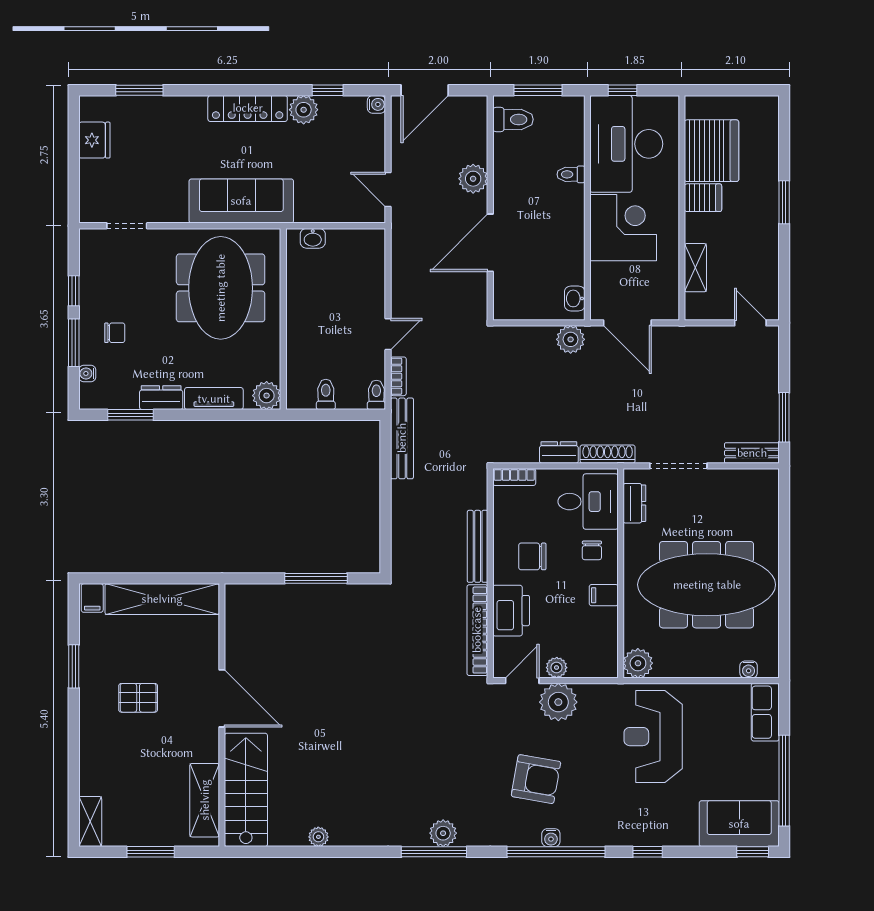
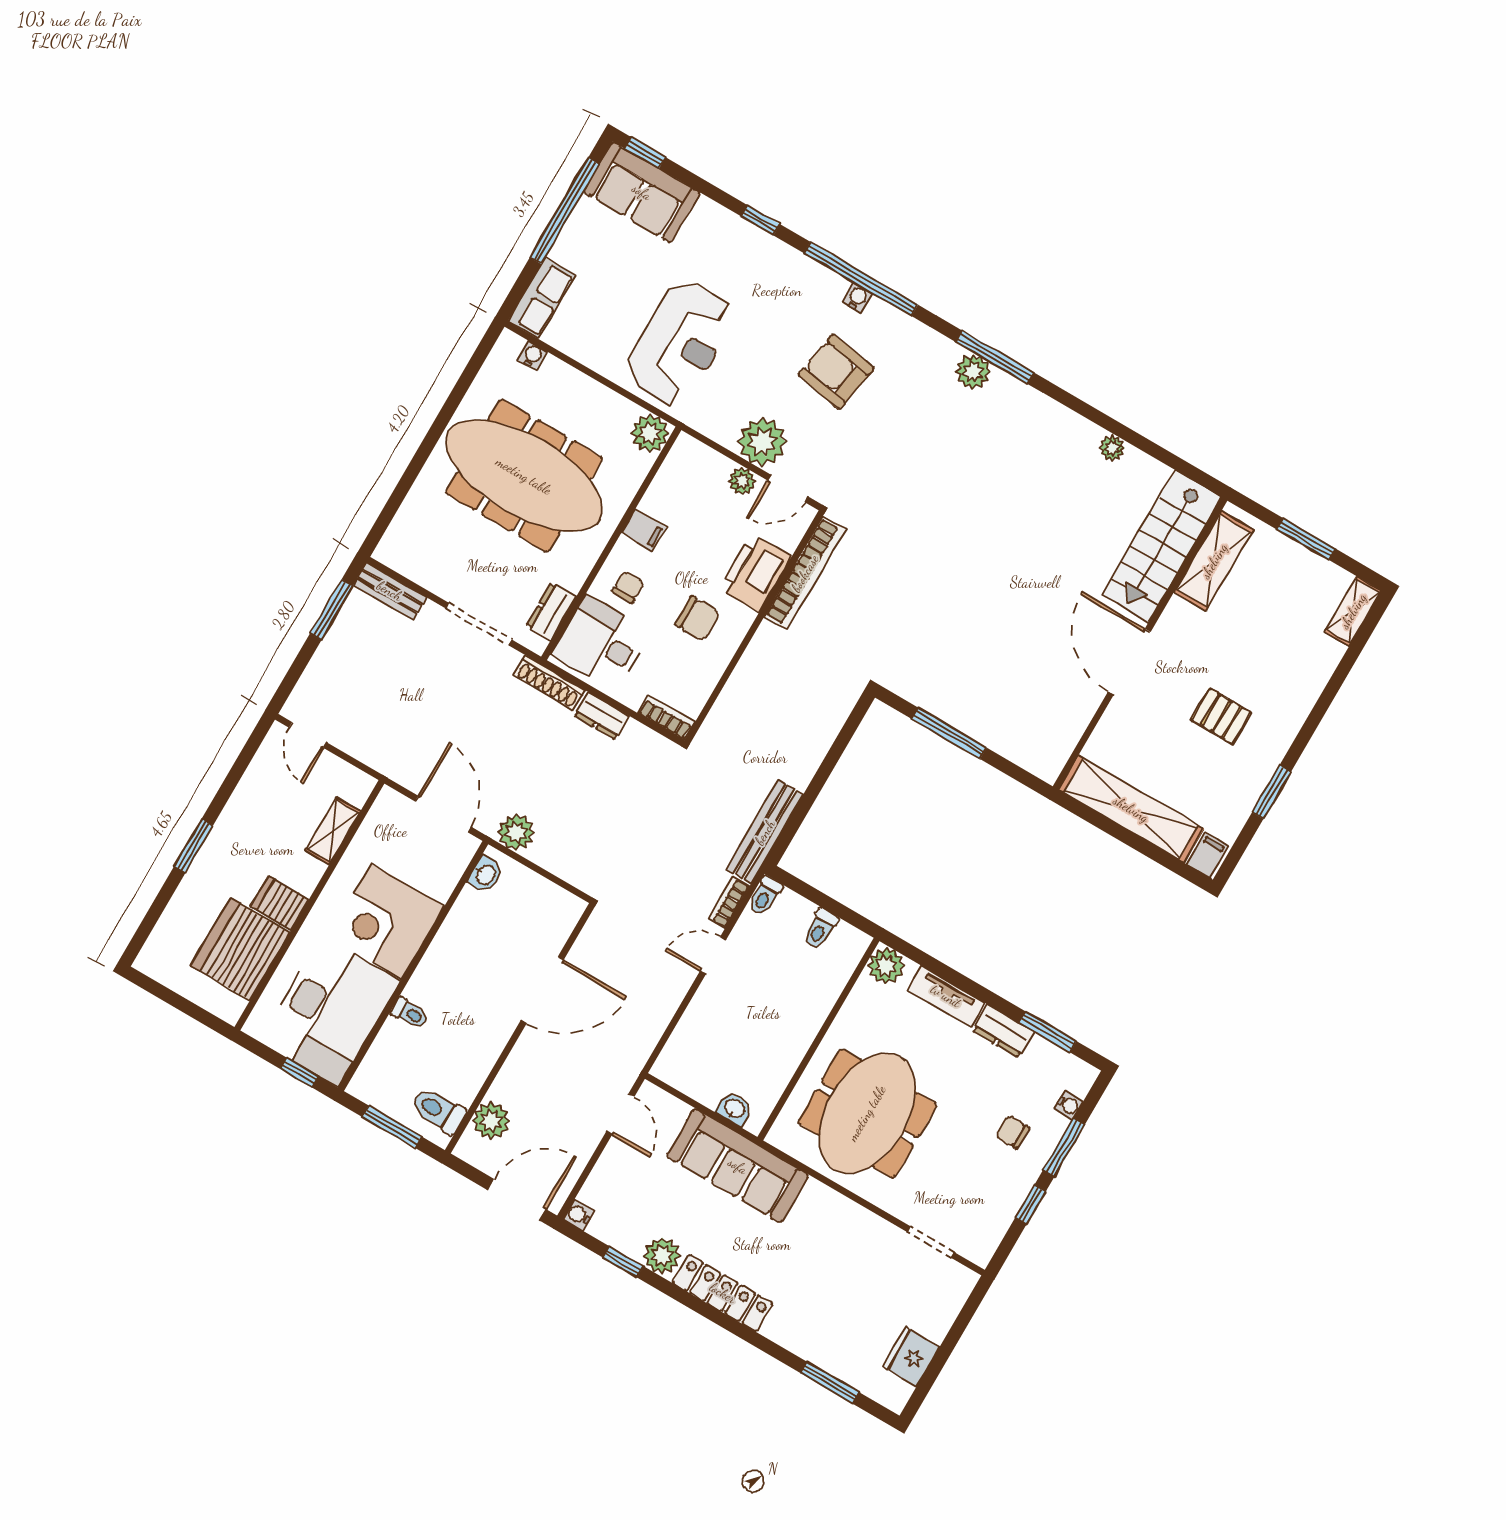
plant: (473, 179) -> (491, 1121), moved
sofa: (241, 201) -> (738, 1166), moved
bench: (478, 546) -> (751, 665), removed

